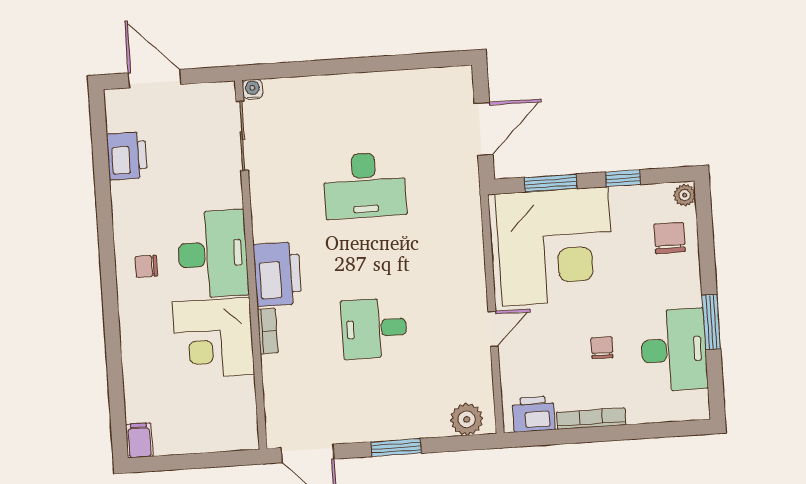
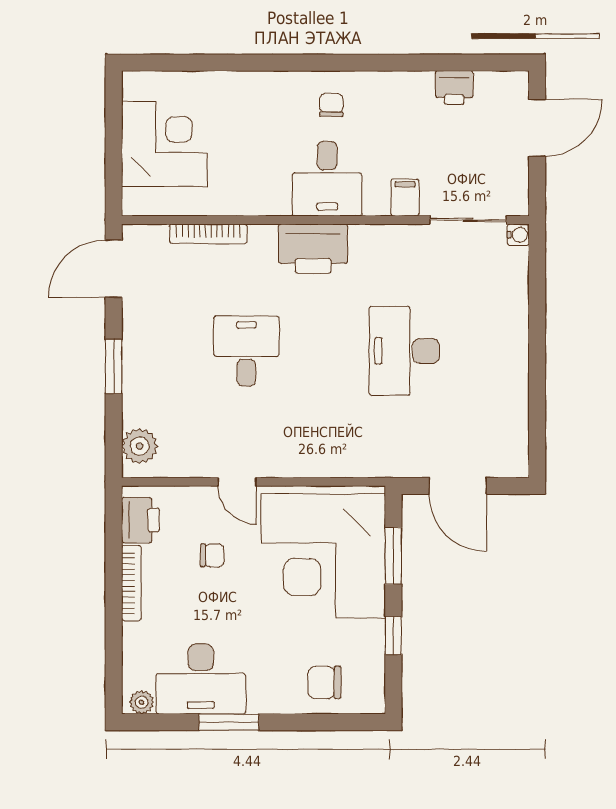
printer: (127, 156) -> (454, 88), width x0.73, depth x0.81
plant: (685, 195) -> (142, 702), moved
chair: (669, 238) -> (324, 682), turned 180
desk: (213, 254) -> (327, 179), width x0.73
bookcase: (268, 331) -> (208, 234), moved, width x1.56
corner desk: (213, 338) -> (164, 144), moved, turned 90
chair: (602, 348) -> (212, 555), moved
filing cabinet: (139, 440) -> (405, 197), moved, turned -90

